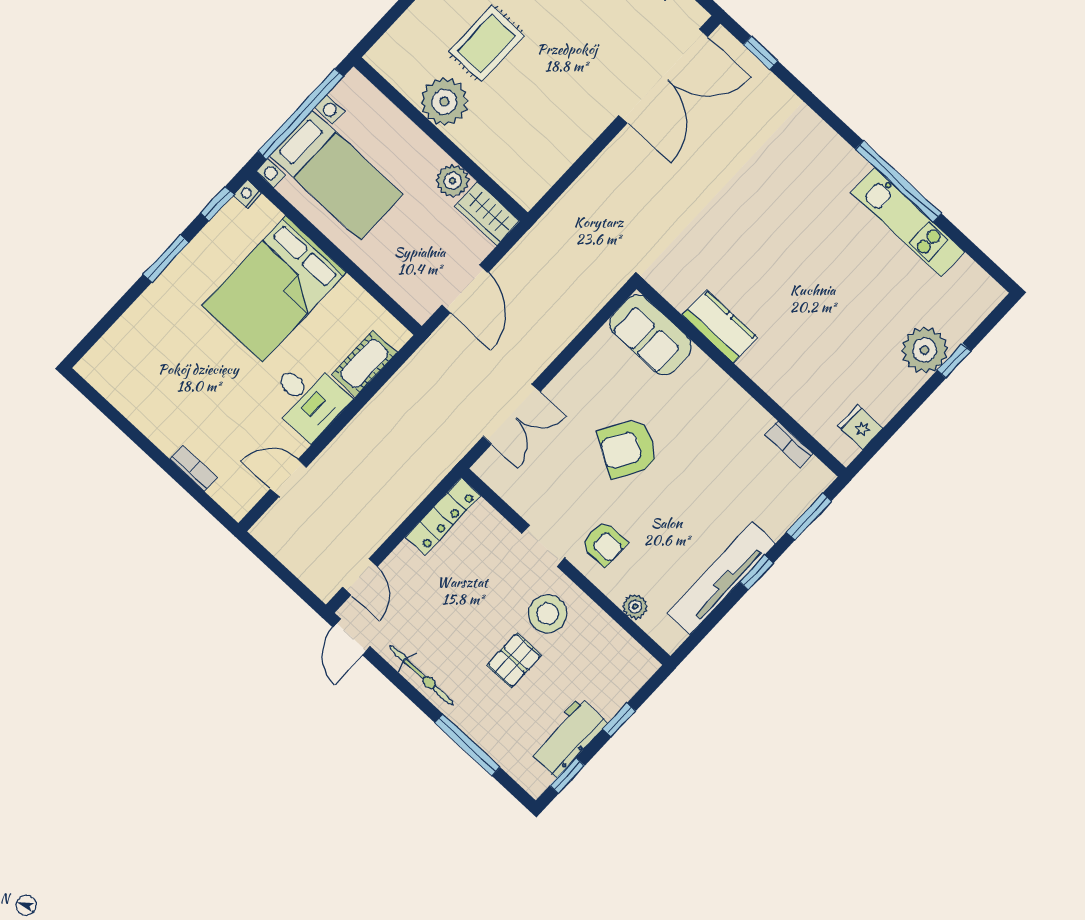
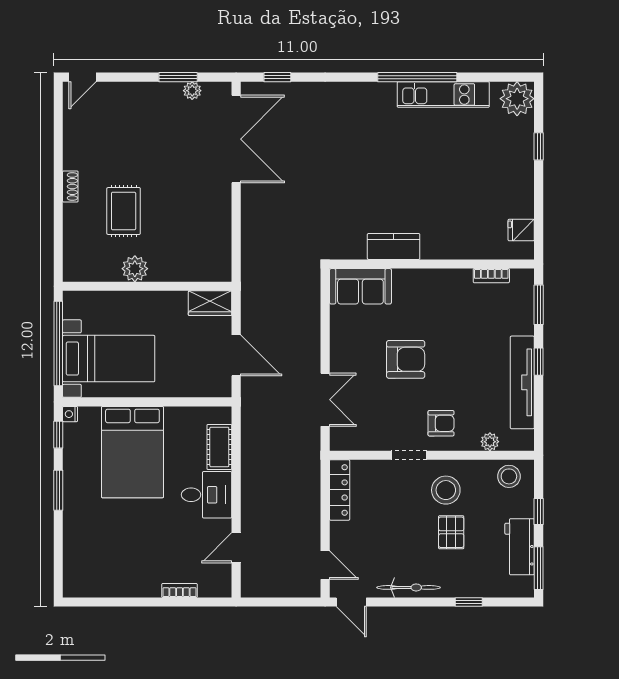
plant: (444, 102) -> (135, 269), width x0.73, depth x0.73
plant: (453, 181) -> (175, 303), removed
plant: (925, 350) -> (517, 99), moved
armchair: (628, 448) -> (406, 359), turned -121
stool: (622, 658) -> (509, 476), added
window: (467, 745) -> (469, 602), width x0.46
window: (567, 776) -> (539, 568), width x1.50

